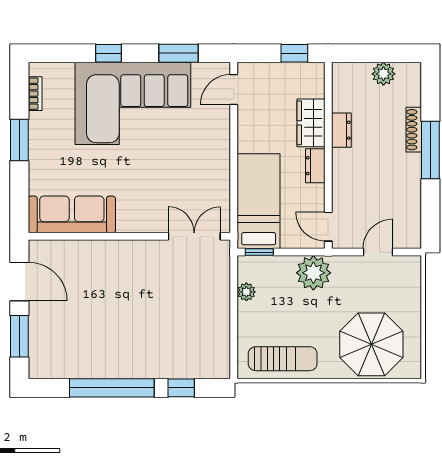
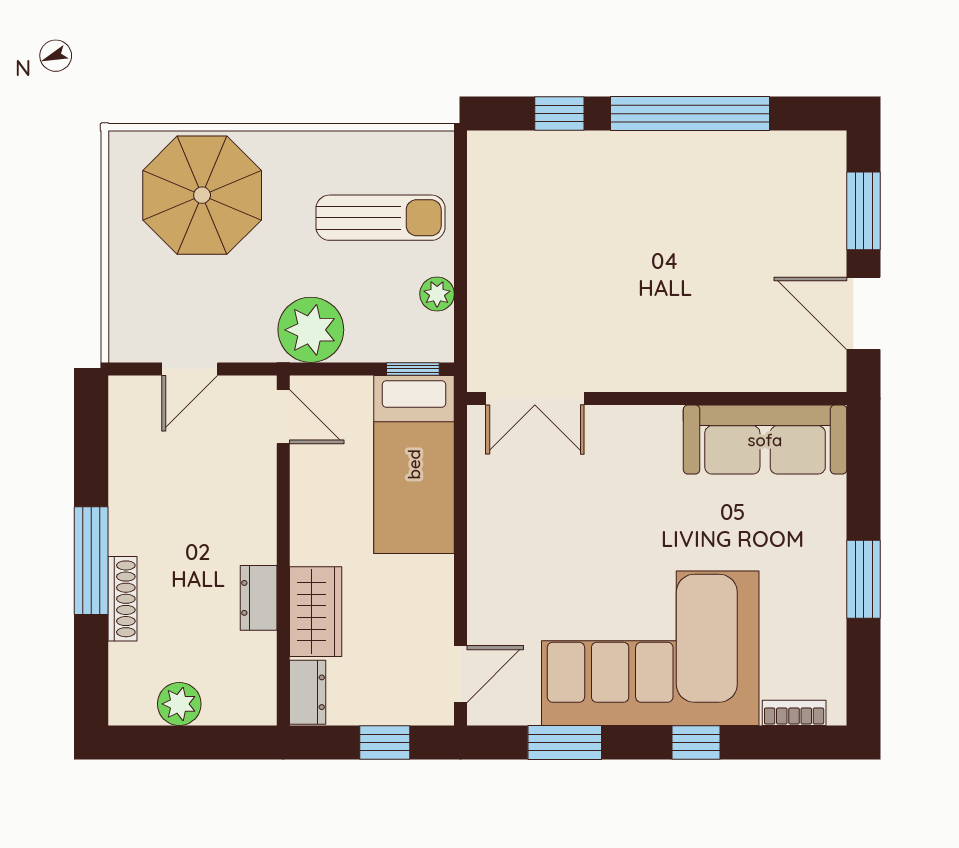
window: (294, 53) -> (385, 743), moved
bookcase: (35, 94) -> (794, 713), moved, turned 90
dresser: (315, 166) -> (308, 692), moved
sun lounger: (283, 359) -> (381, 218), moved, turned 180

